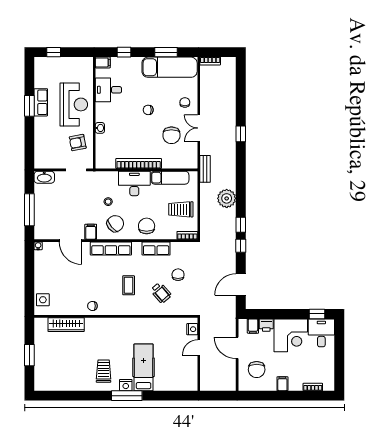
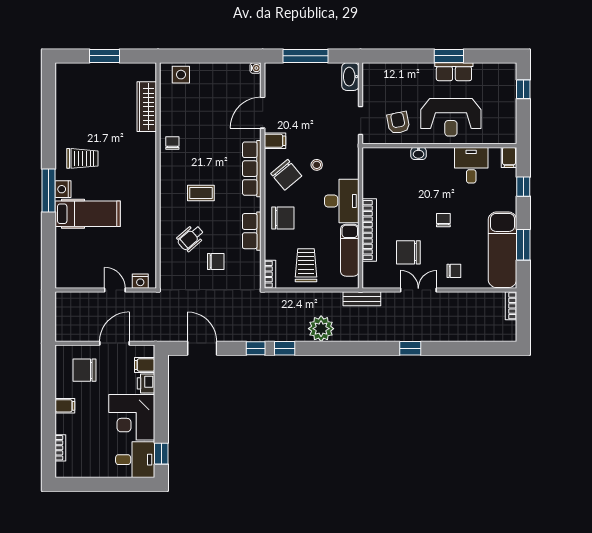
bookcase: (139, 163) -> (369, 230), moved

